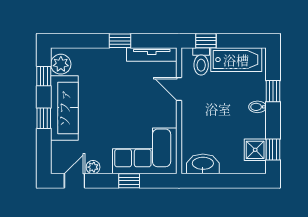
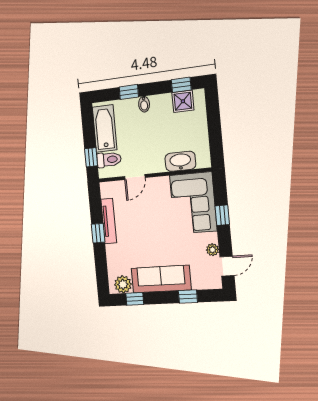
tv unit: (152, 54) -> (109, 221), moved
window: (44, 118) -> (188, 297), moved
washbasin: (203, 164) -> (180, 161), moved, turned 90
door: (75, 181) -> (227, 266), swing flipped

